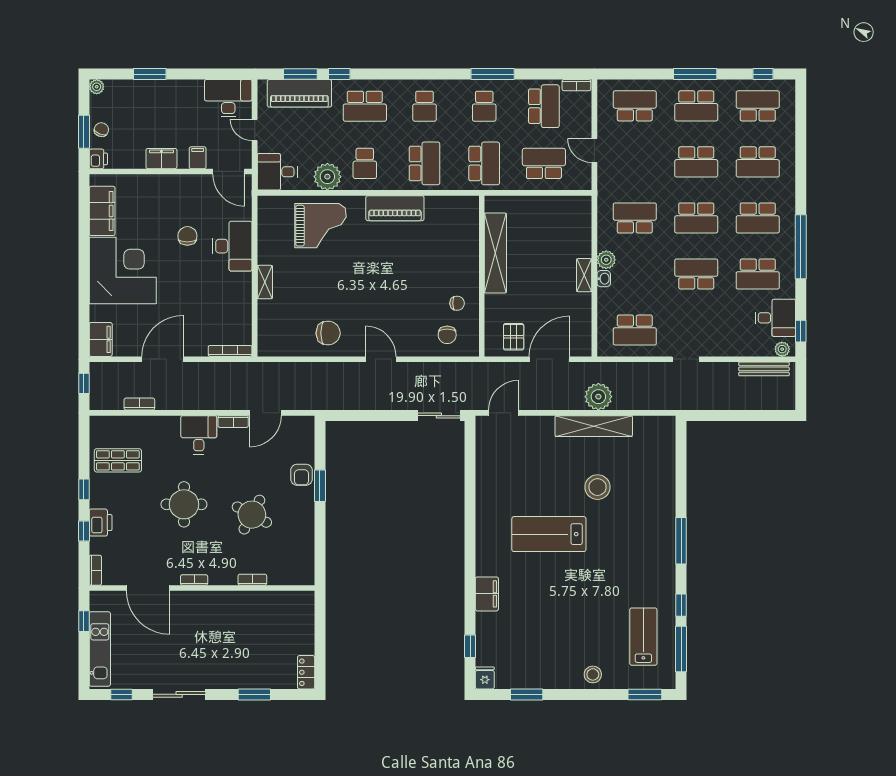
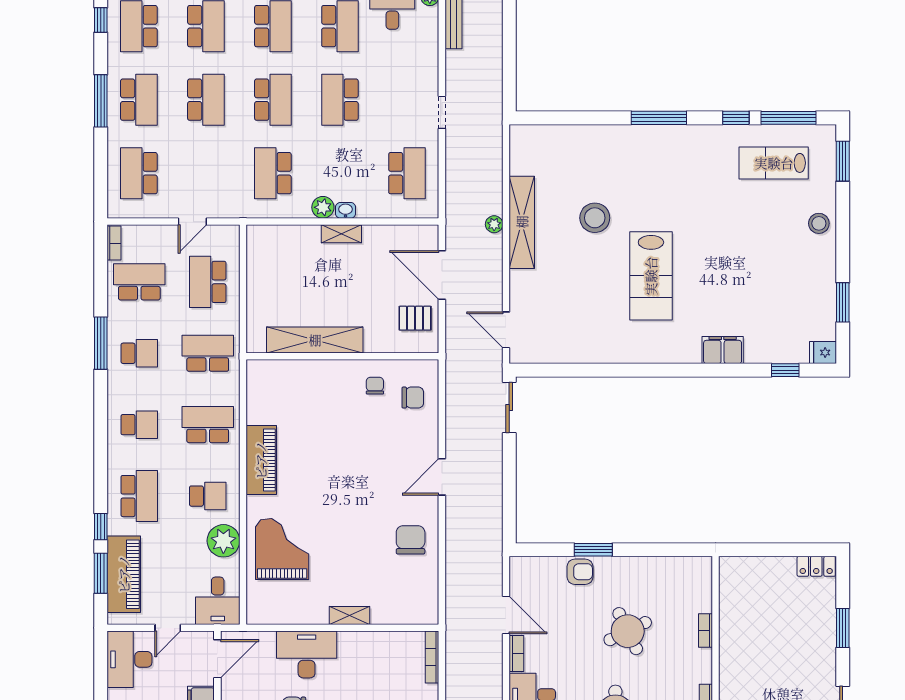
plant: (598, 397) -> (494, 224), width x0.53, depth x0.53
round table: (252, 515) -> (628, 631), turned 36

